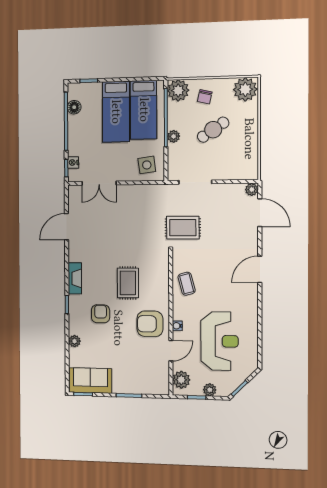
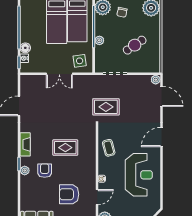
floor lamp: (74, 107) -> (25, 48), moved
cafe table: (213, 130) -> (135, 45), moved
double door: (99, 183) -> (59, 74), moved
rug: (128, 283) -> (65, 148), turned 90
armchair: (150, 324) -> (69, 194), moved
plant: (74, 341) -> (25, 170), moved
reception desk: (219, 341) -> (139, 175), moved

